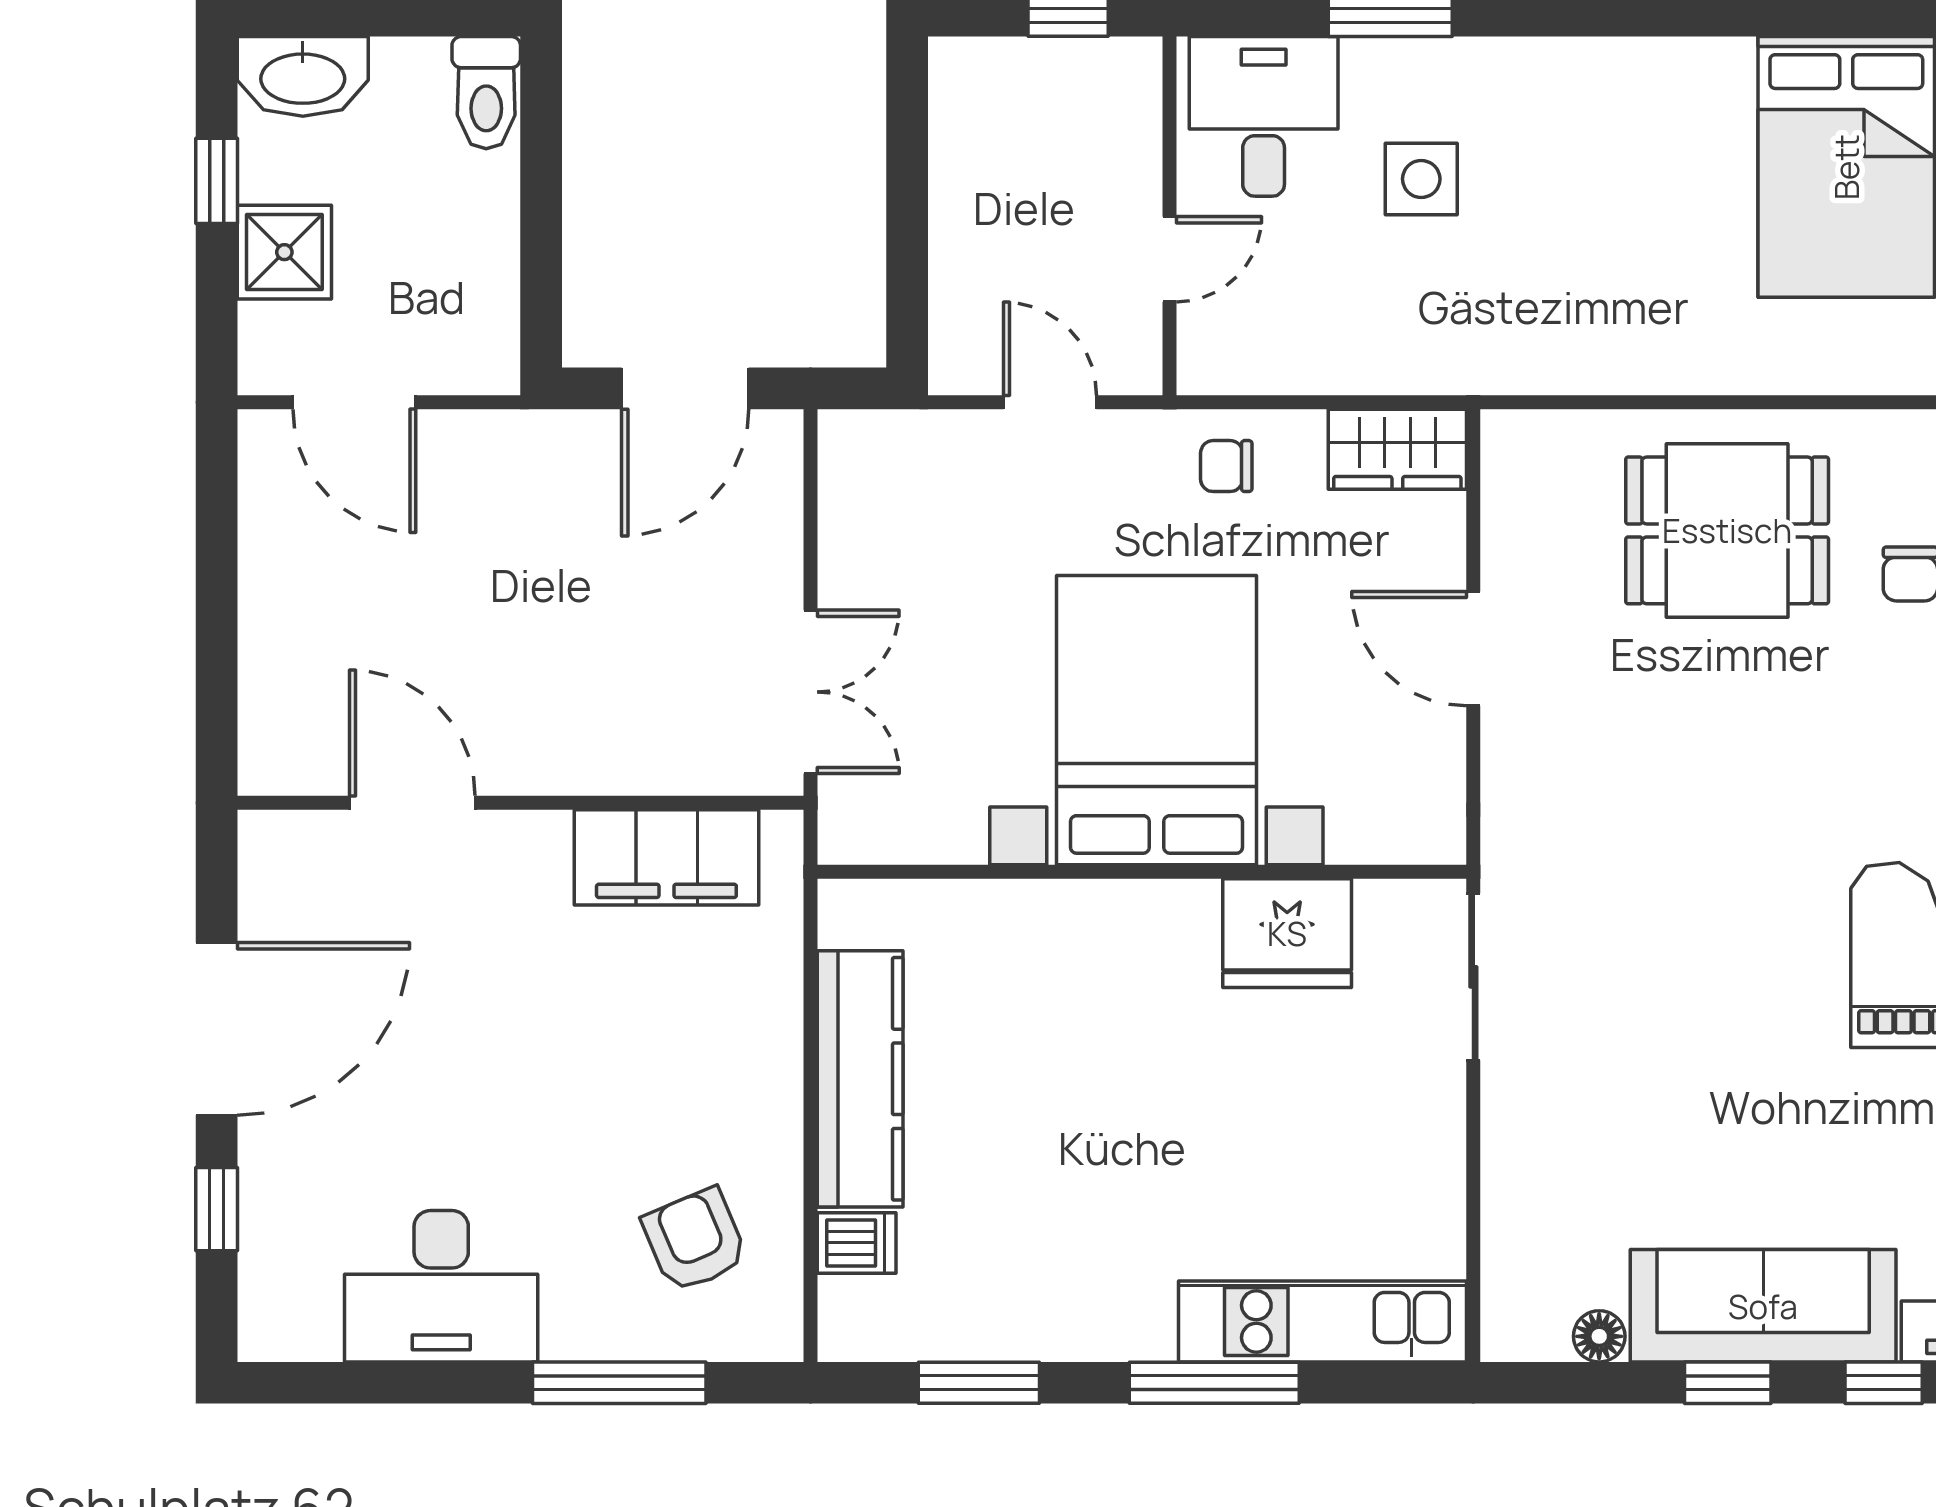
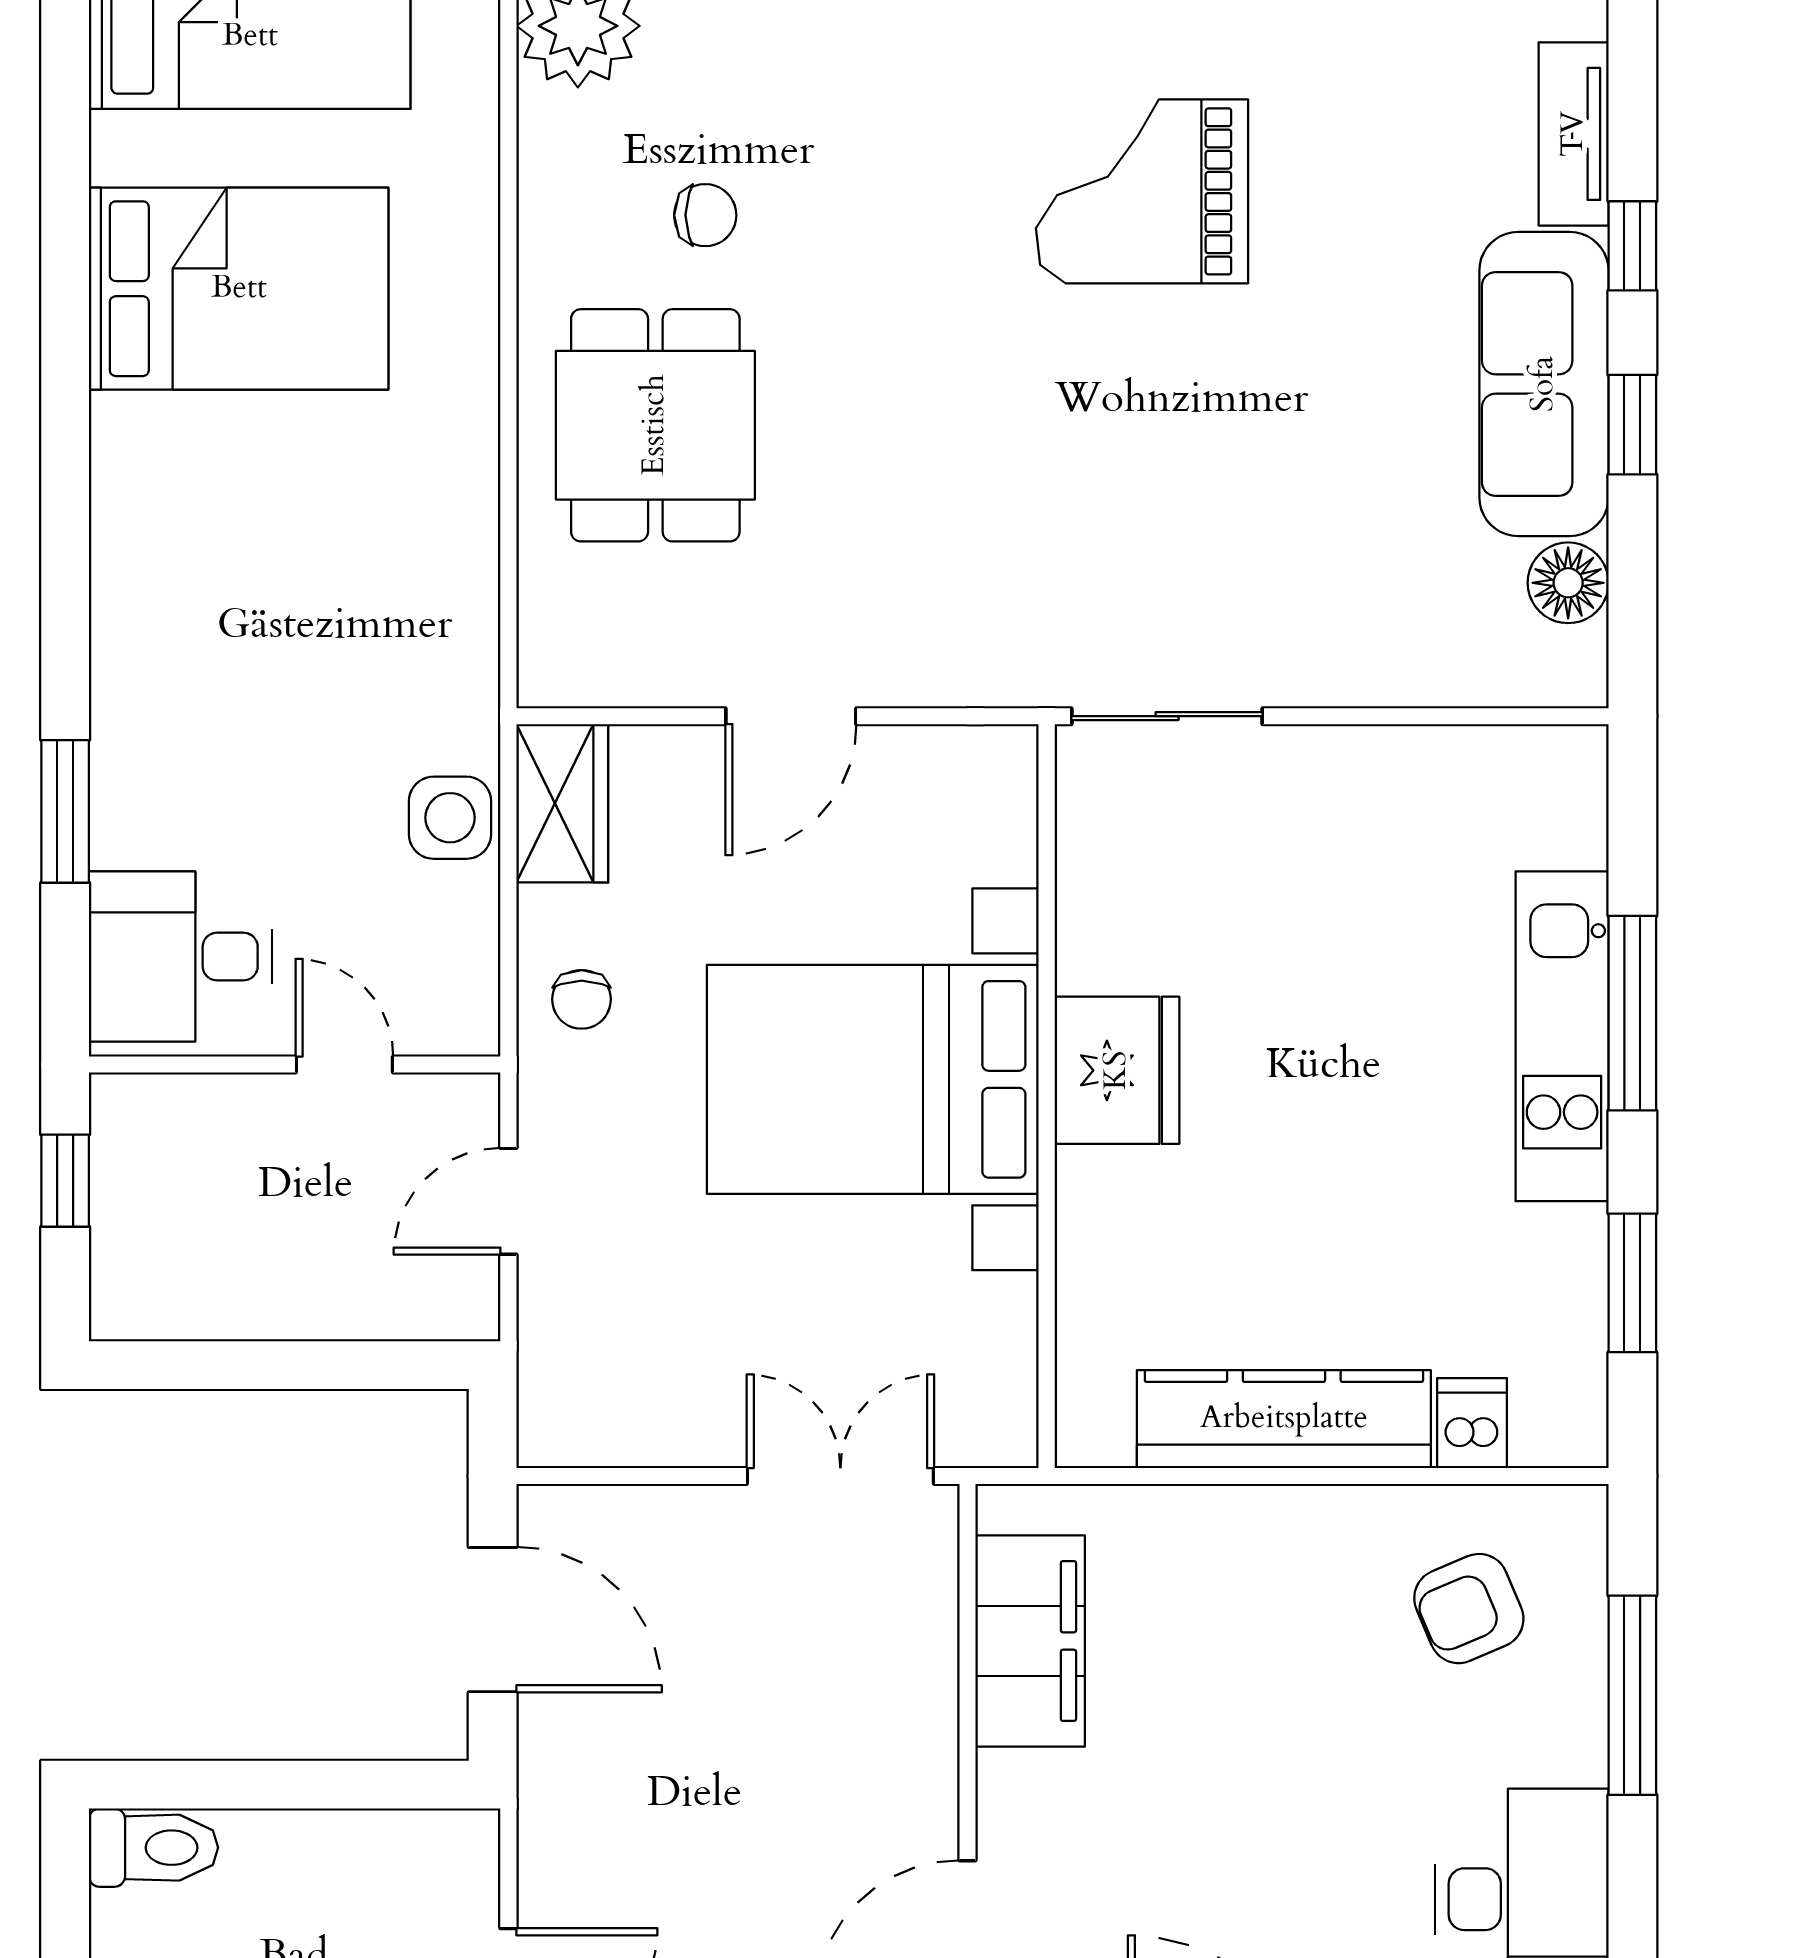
side table: (1421, 179) -> (450, 818), moved
fridge: (1287, 933) -> (1117, 1070), moved
kitchen unit: (1323, 1322) -> (1562, 1036), moved
floor lamp: (1599, 1336) -> (1568, 583), width x1.37, depth x1.37

